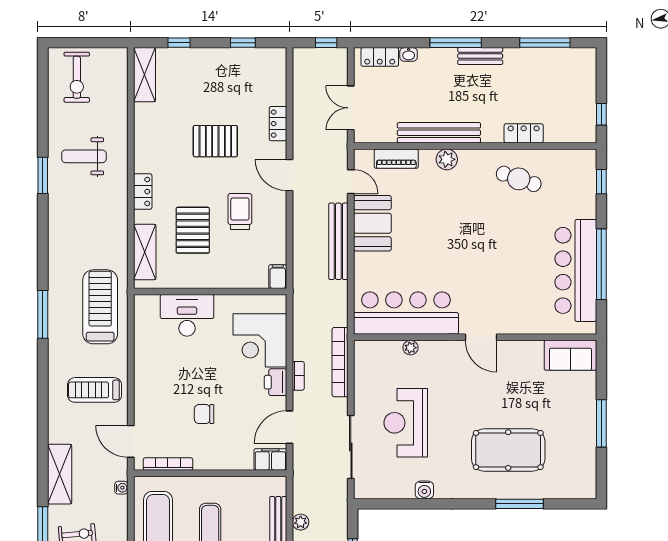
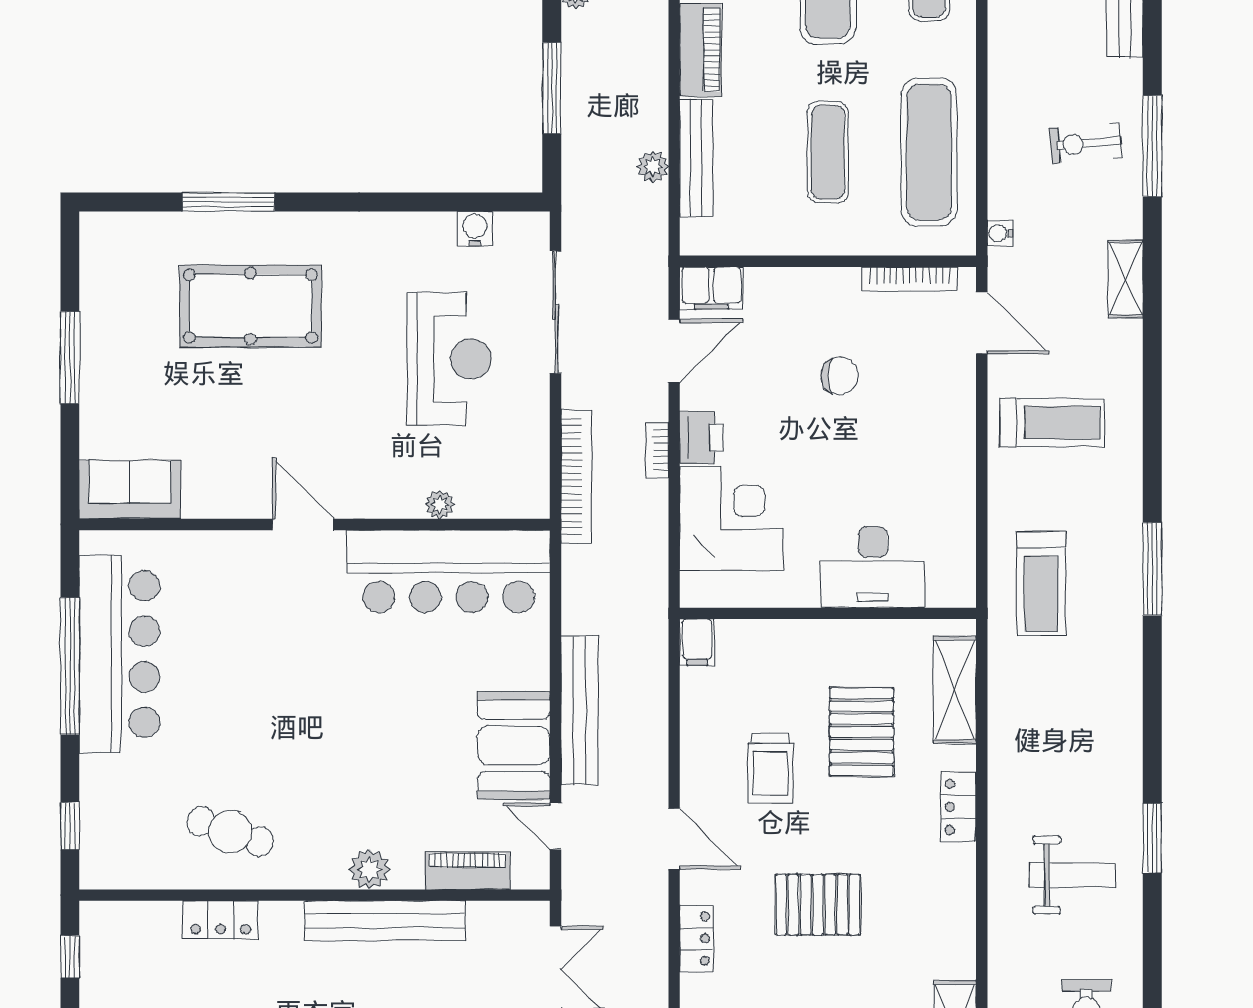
treadmill: (100, 307) -> (1041, 583), width x0.73, depth x0.73
shelving: (60, 474) -> (1126, 279), width x0.67, depth x0.75
water cooler: (424, 490) -> (475, 229), moved

